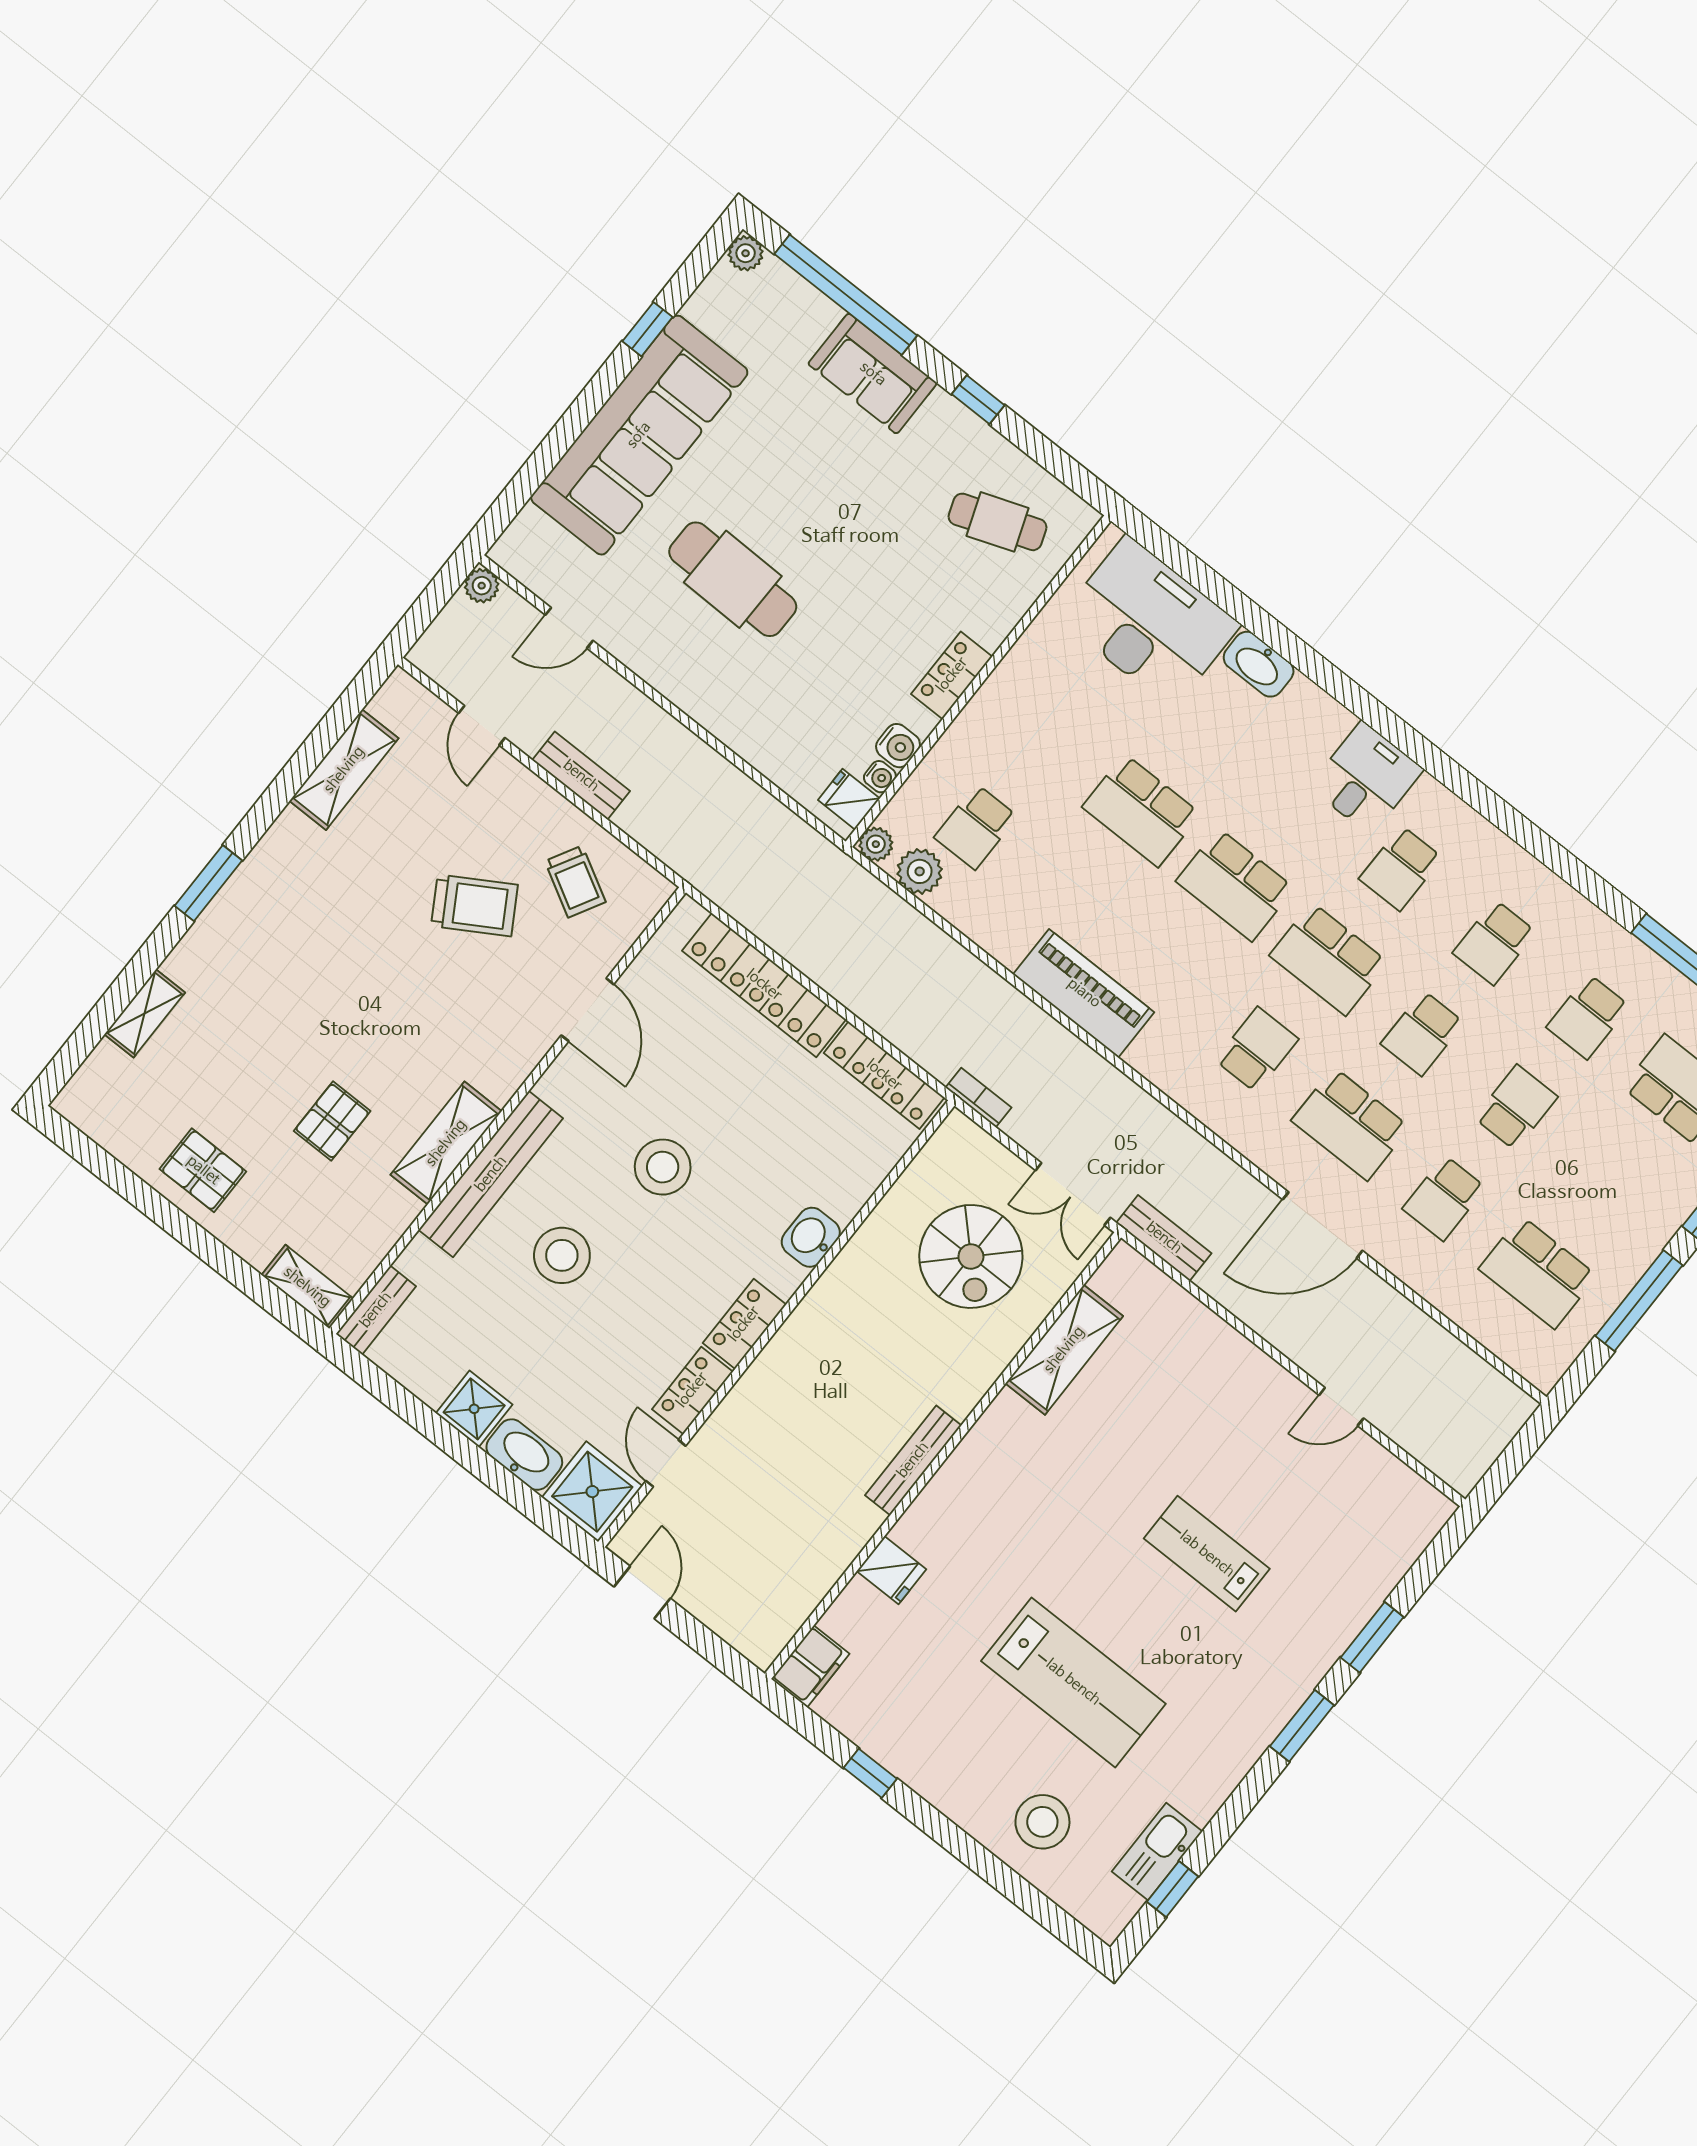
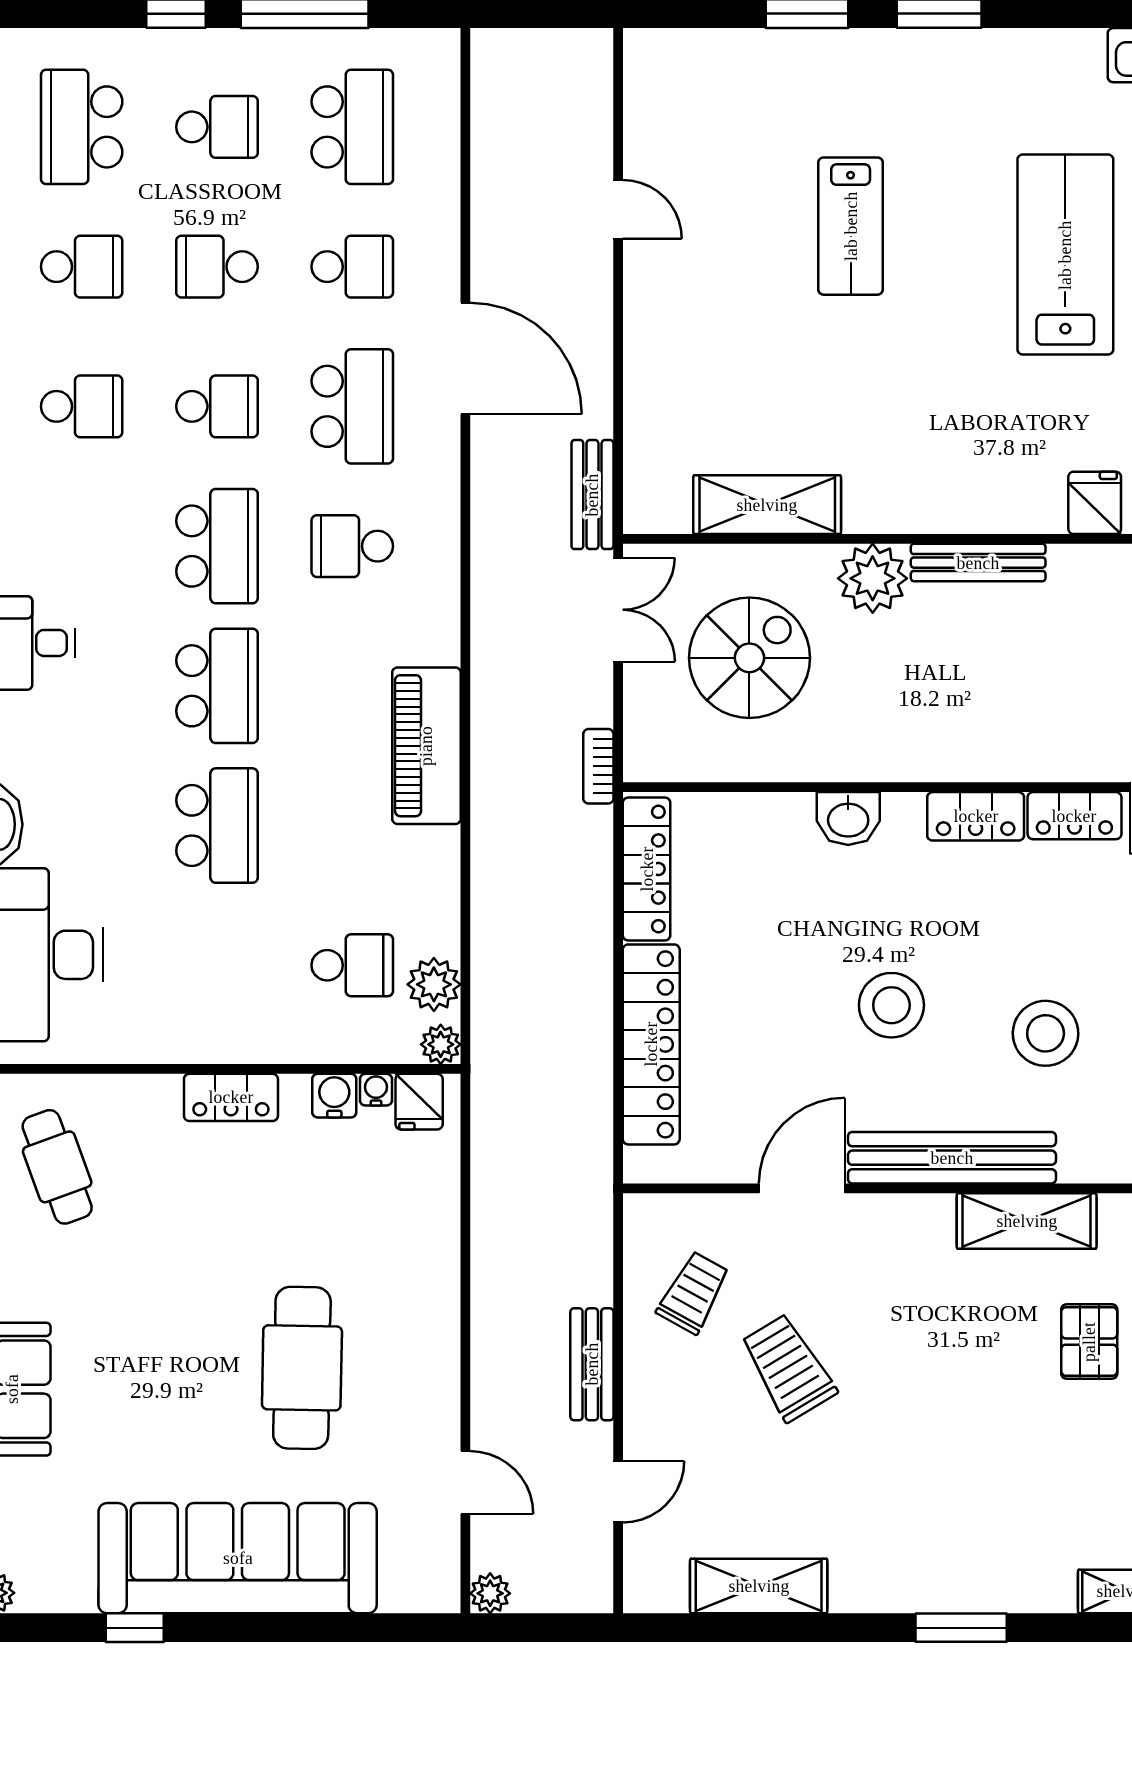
school desk: (1401, 868) -> (217, 127), moved
pallet: (332, 1121) -> (1089, 1342), turned 90
bench: (491, 1174) -> (952, 1158), moved
plant: (959, 1381) -> (873, 578), added

